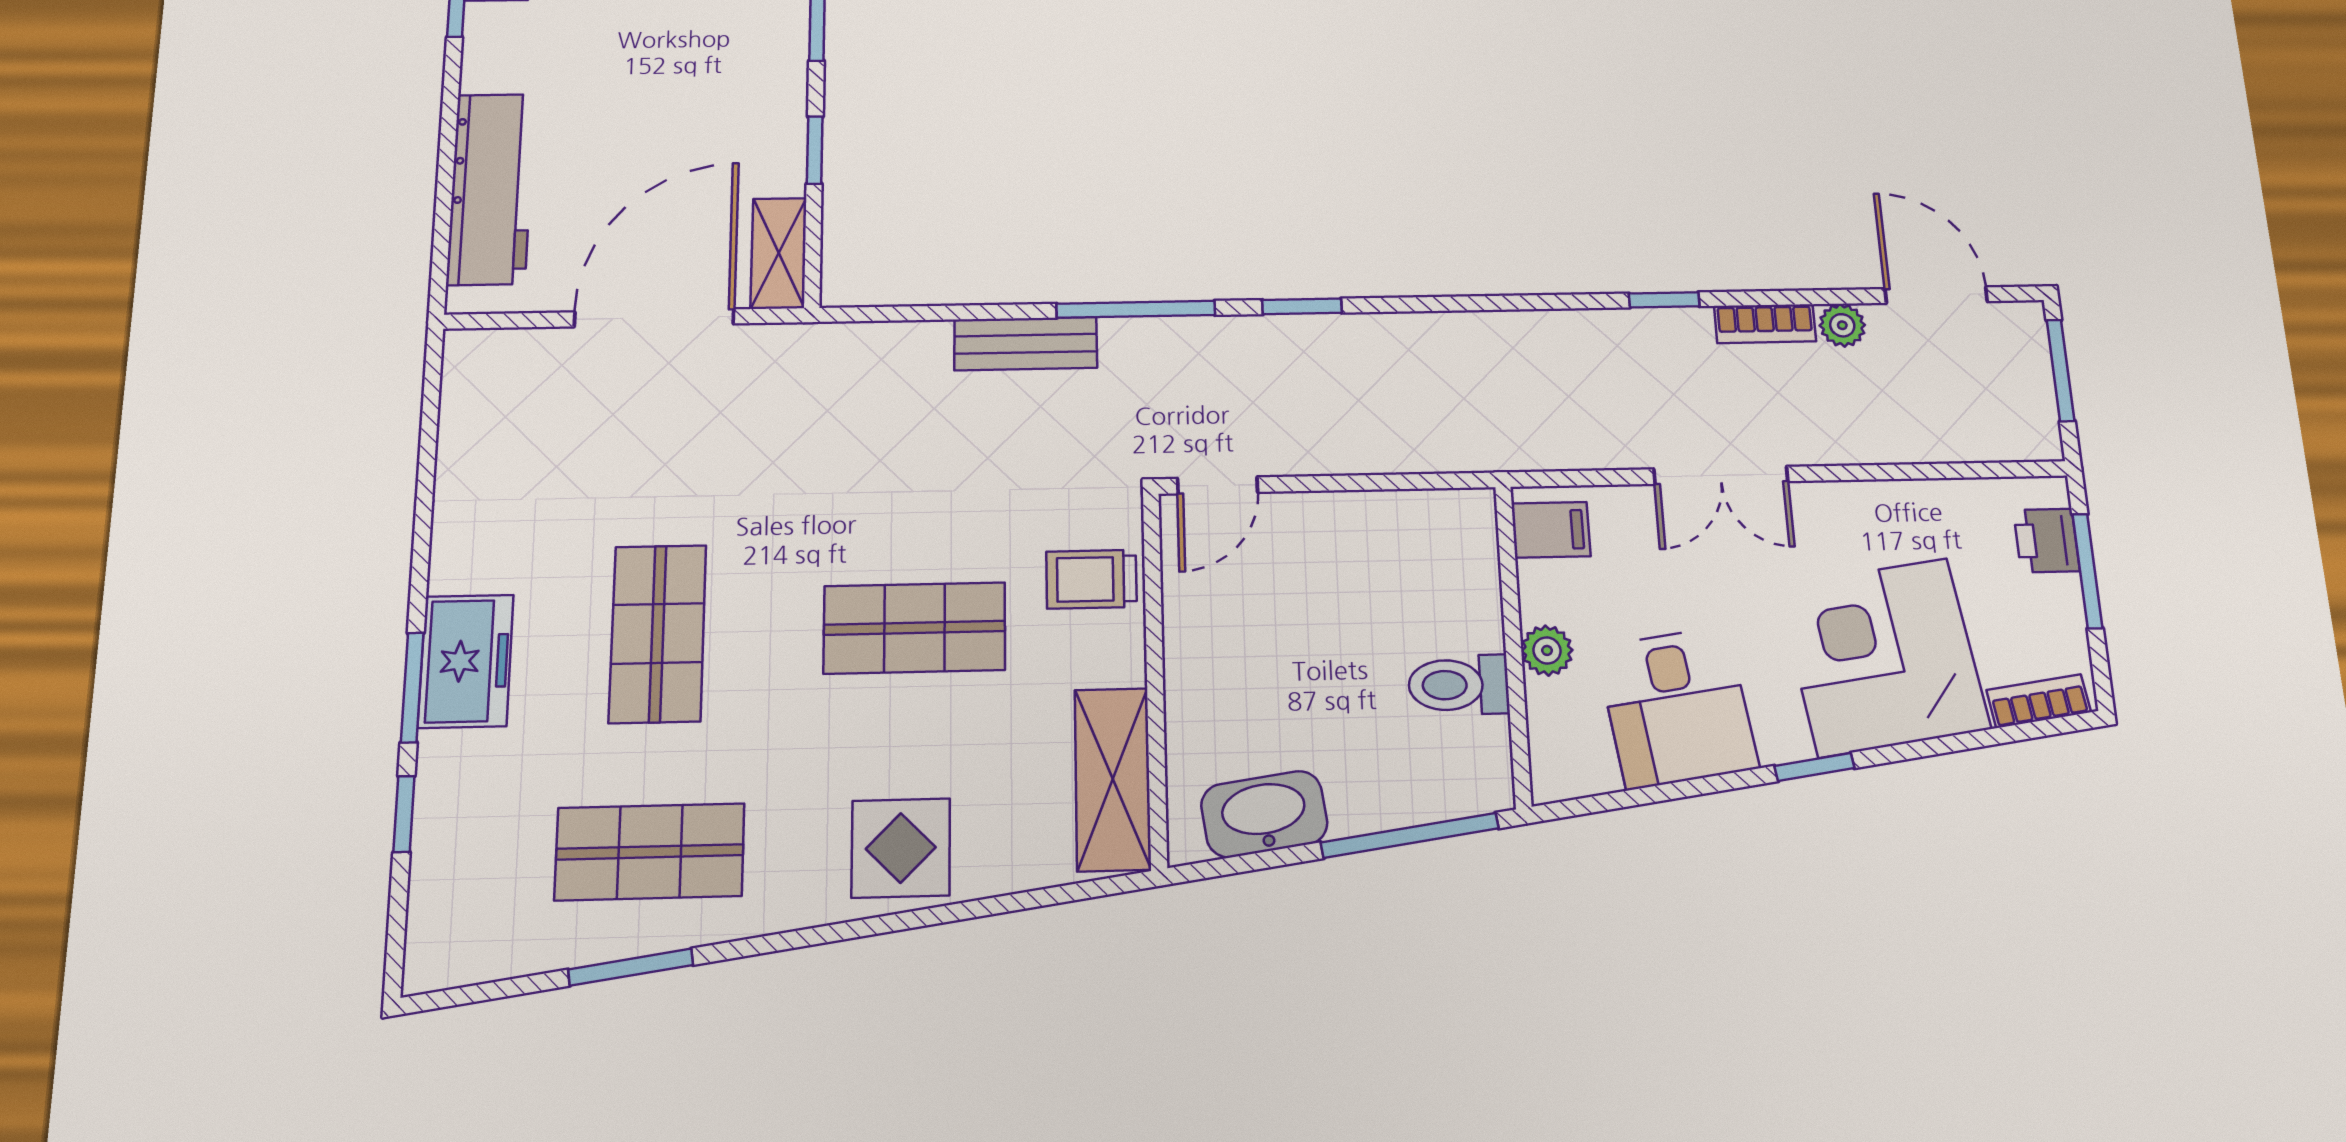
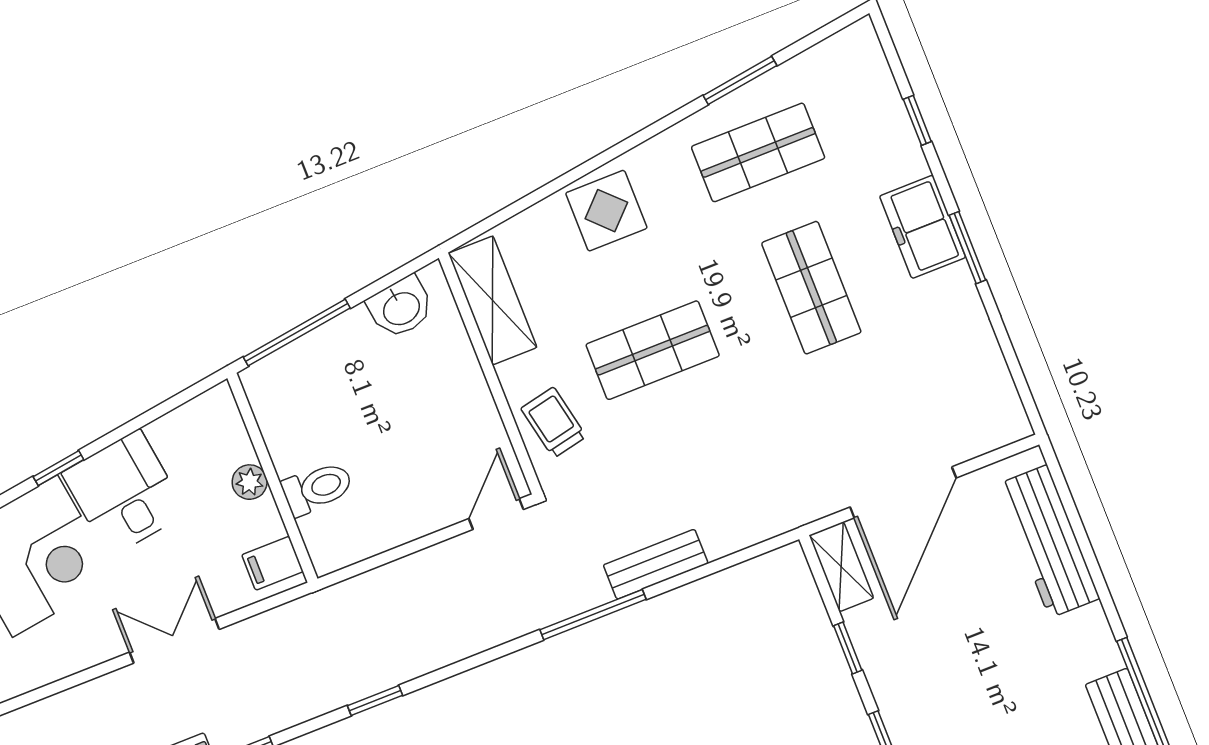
window: (1302, 306) -> (375, 700), moved
trolley: (1091, 579) -> (554, 423), turned -102
toilet: (1459, 685) -> (317, 488), moved
window: (412, 687) -> (967, 248), moved
desk: (1677, 707) -> (124, 493), moved
washbasin: (1264, 814) -> (401, 307), width x0.72

